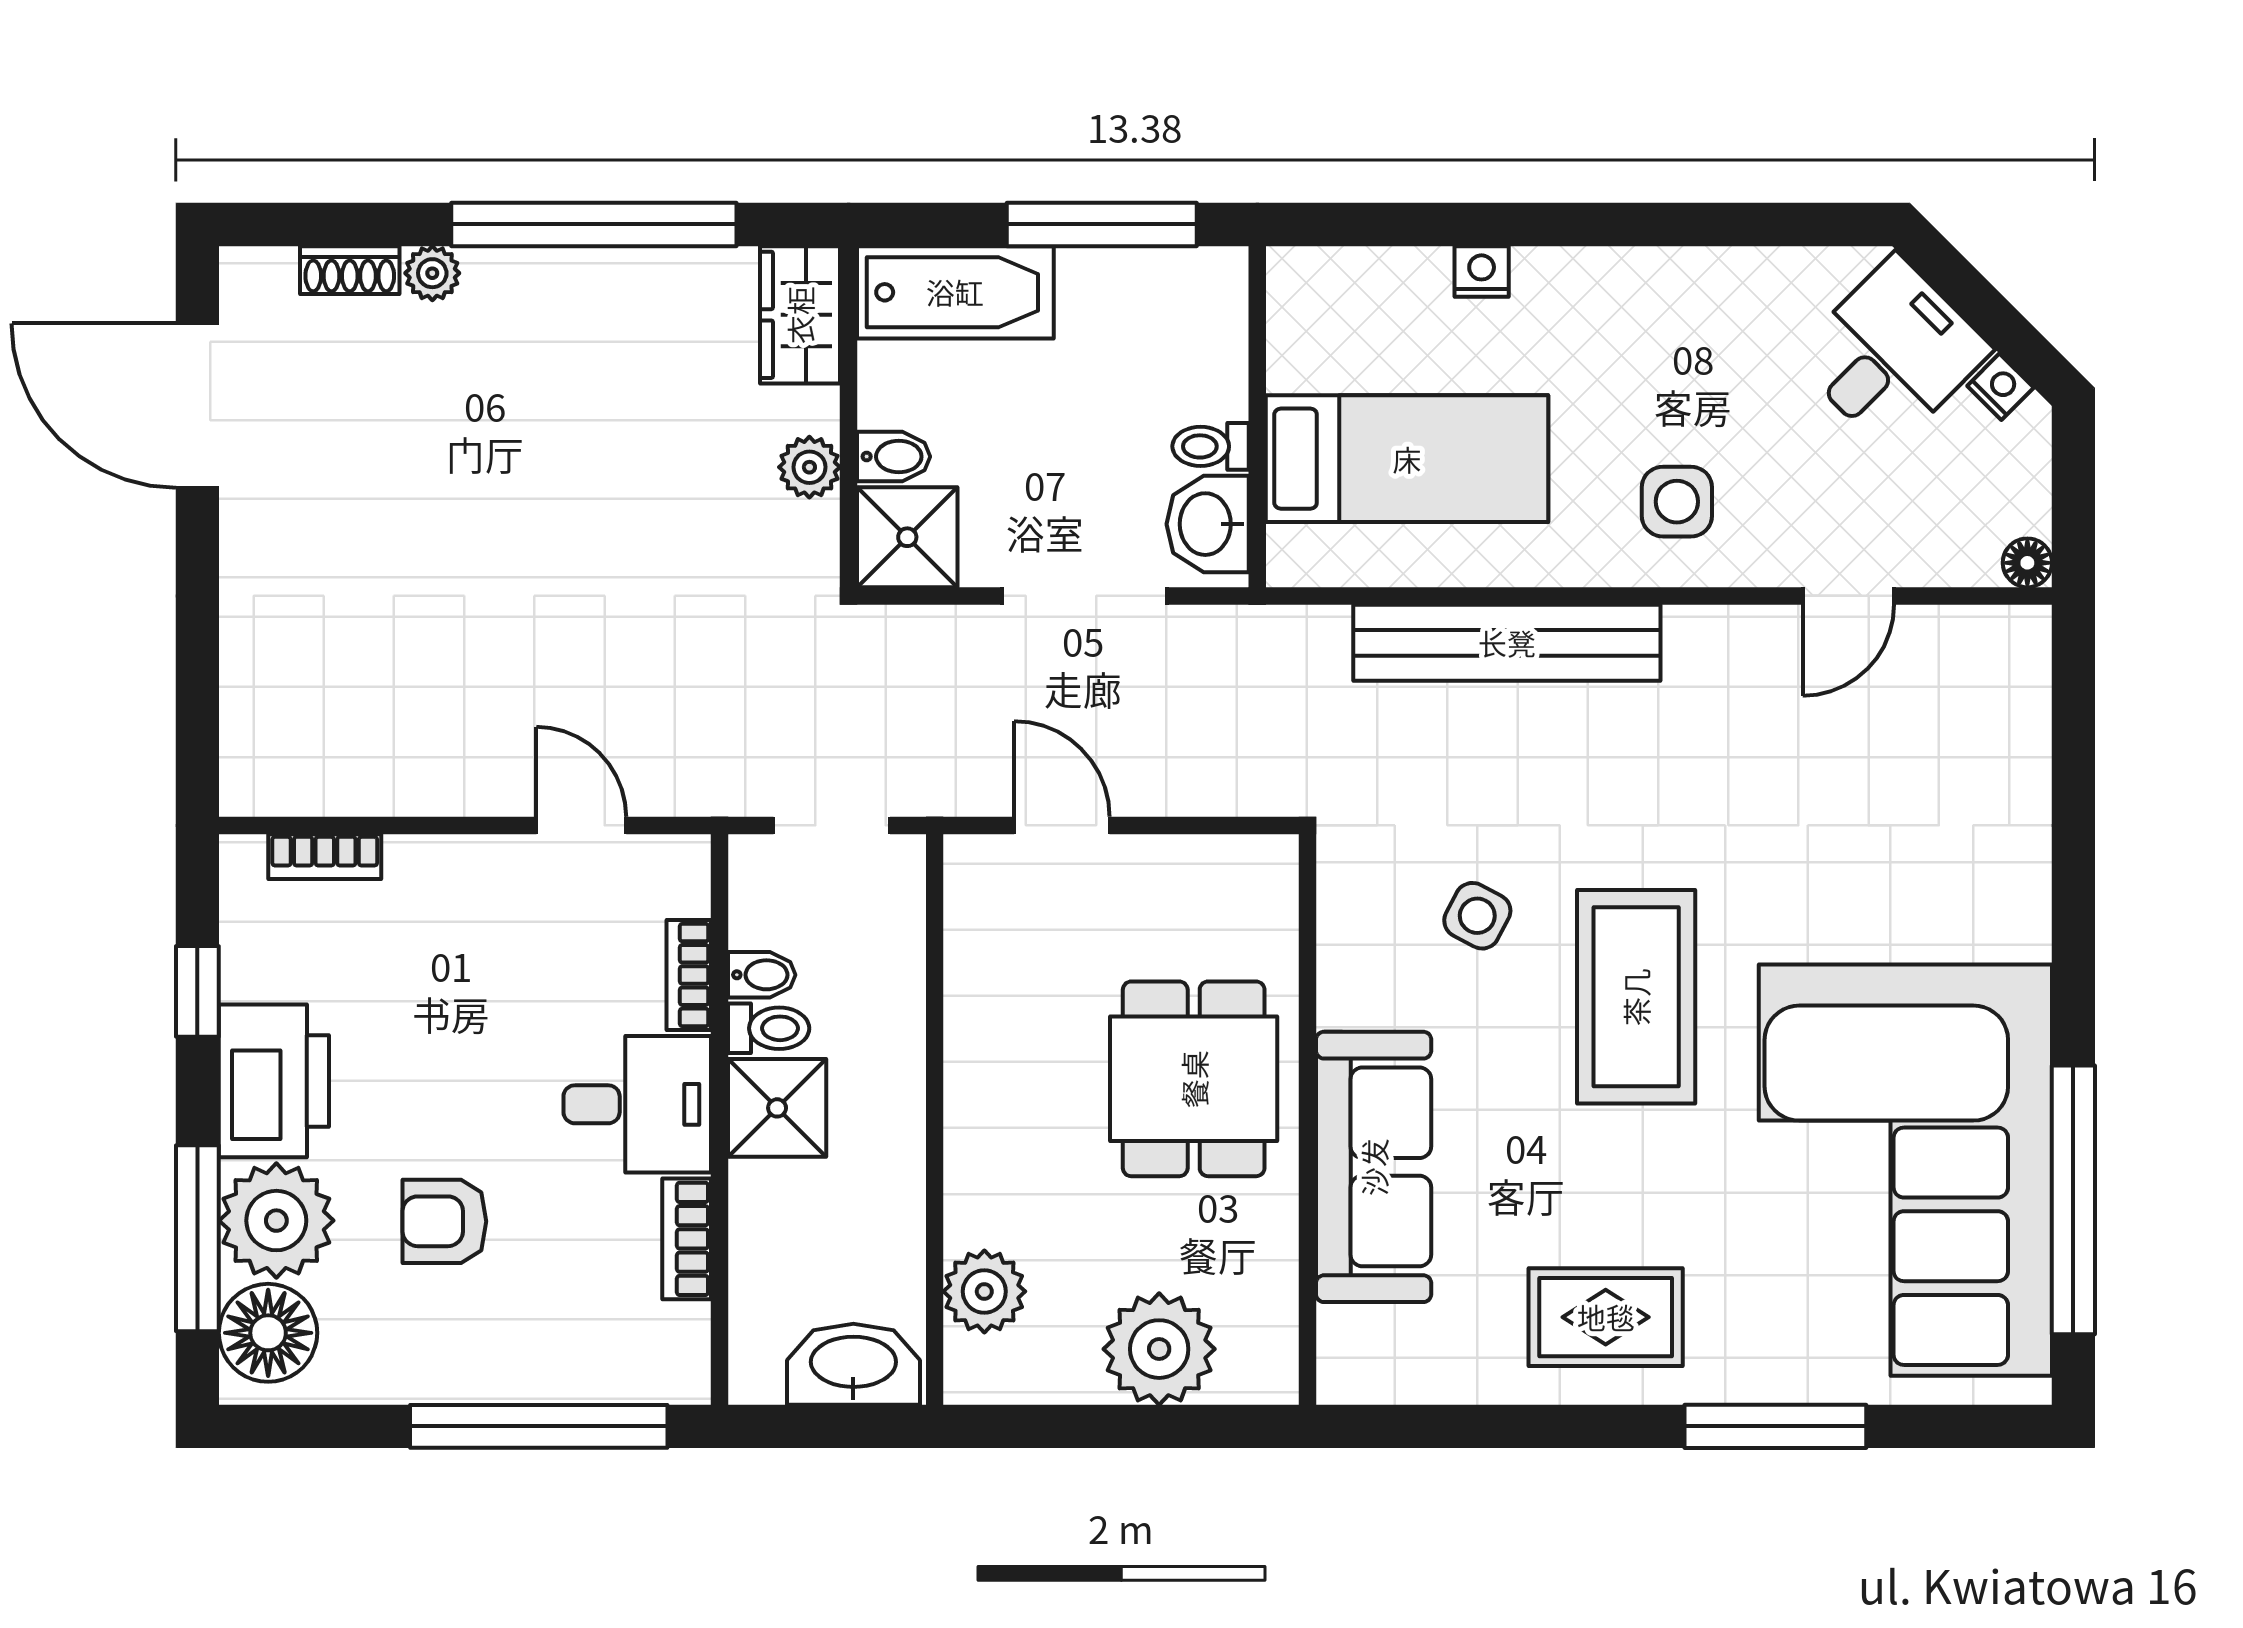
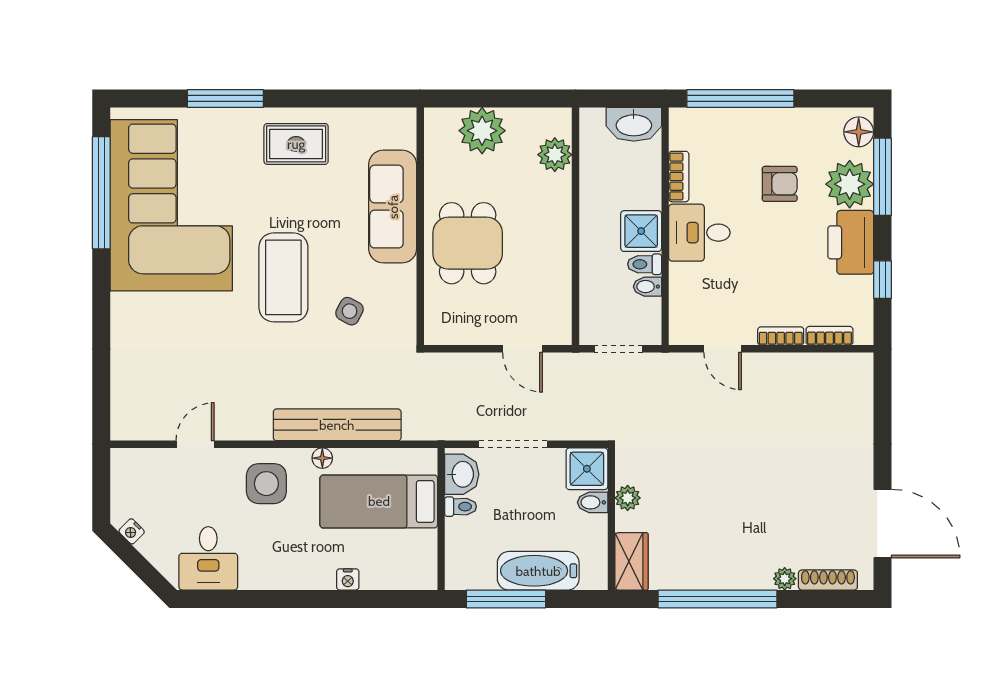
shoe rack: (350, 270) -> (828, 580), width x1.43
bathtub: (955, 292) -> (538, 571), moved
desk: (1892, 353) -> (208, 558), moved, turned -45
side table: (1677, 502) -> (266, 484), width x1.37, depth x1.37
floor lamp: (2027, 563) -> (322, 458), moved
bookcase: (689, 975) -> (781, 336), moved, turned -90
floor lamp: (268, 1333) -> (859, 132), width x0.73, depth x0.73
washbasin: (853, 1364) -> (634, 124), moved

